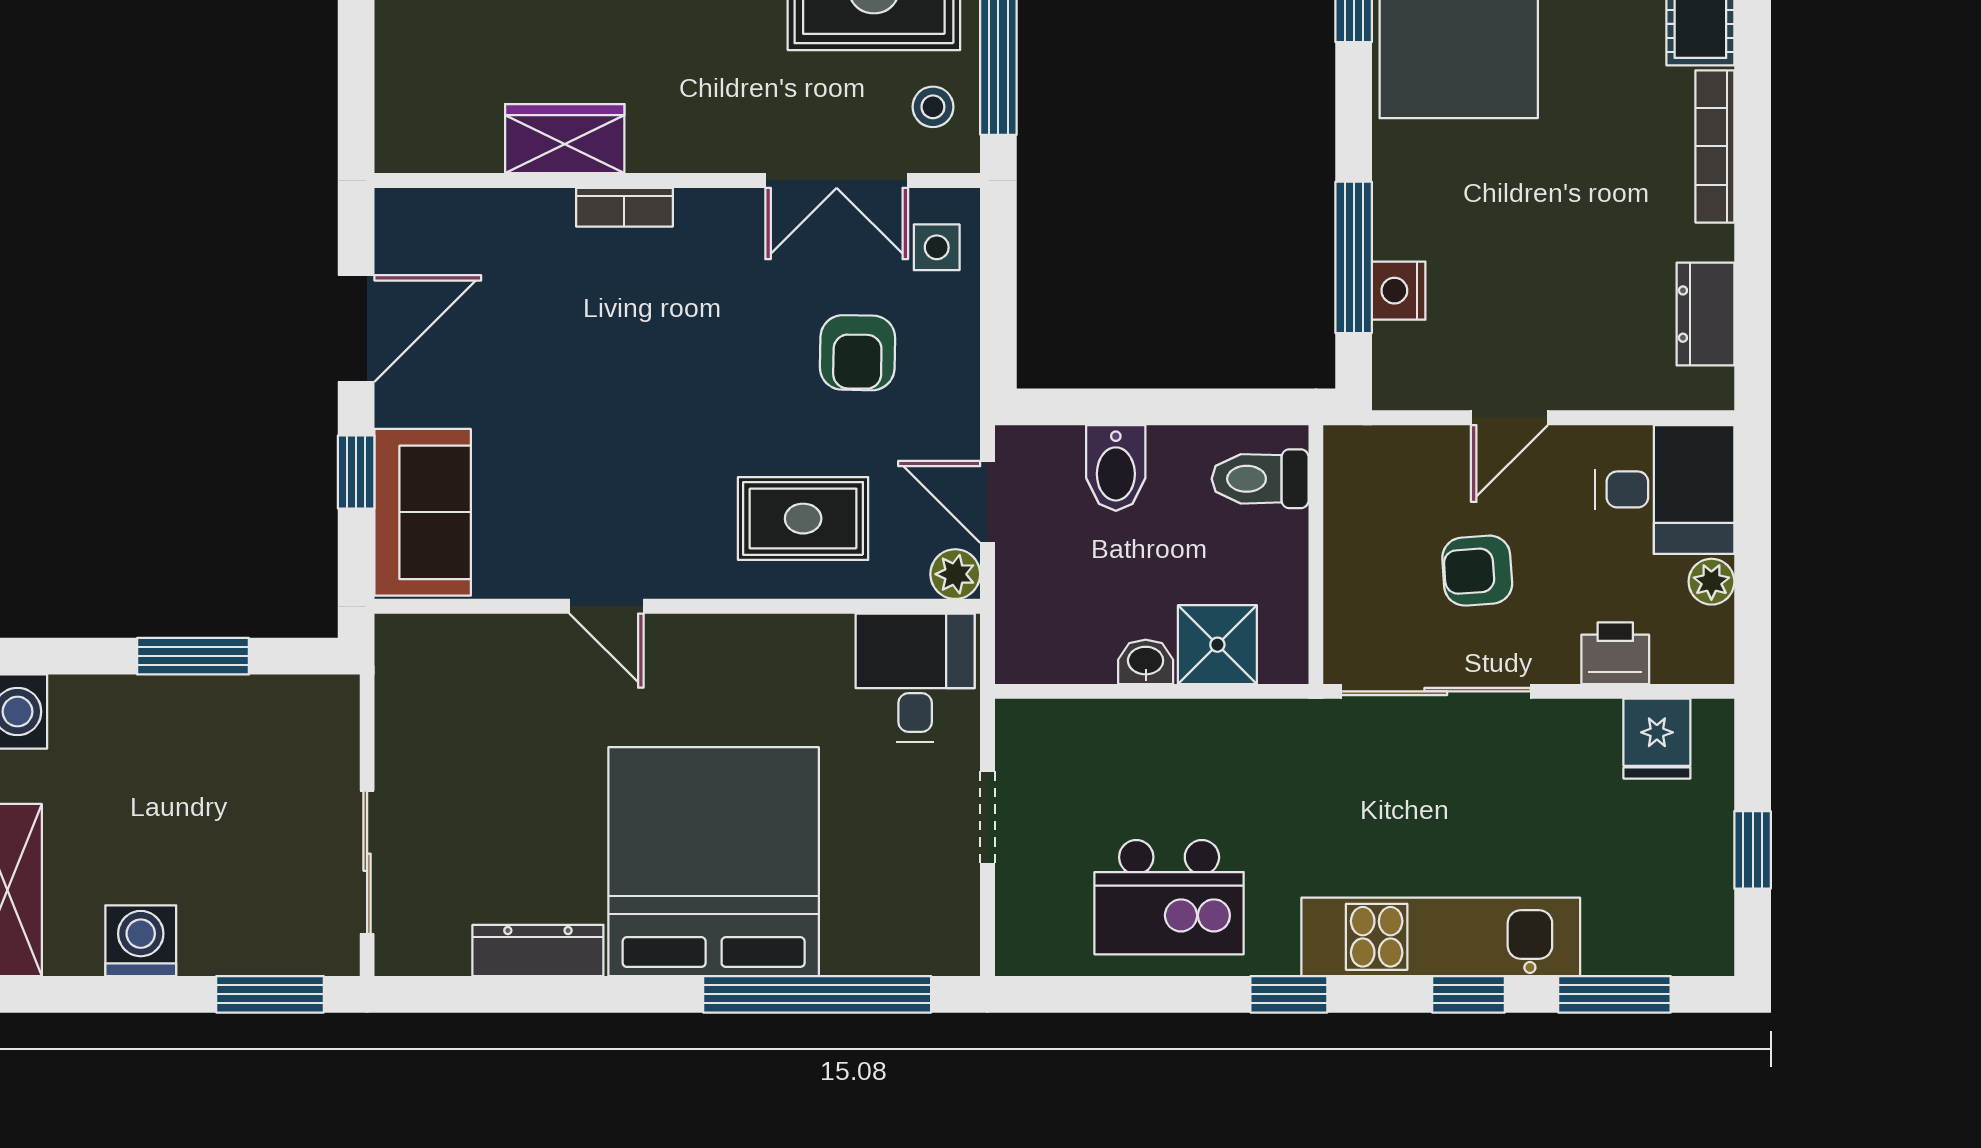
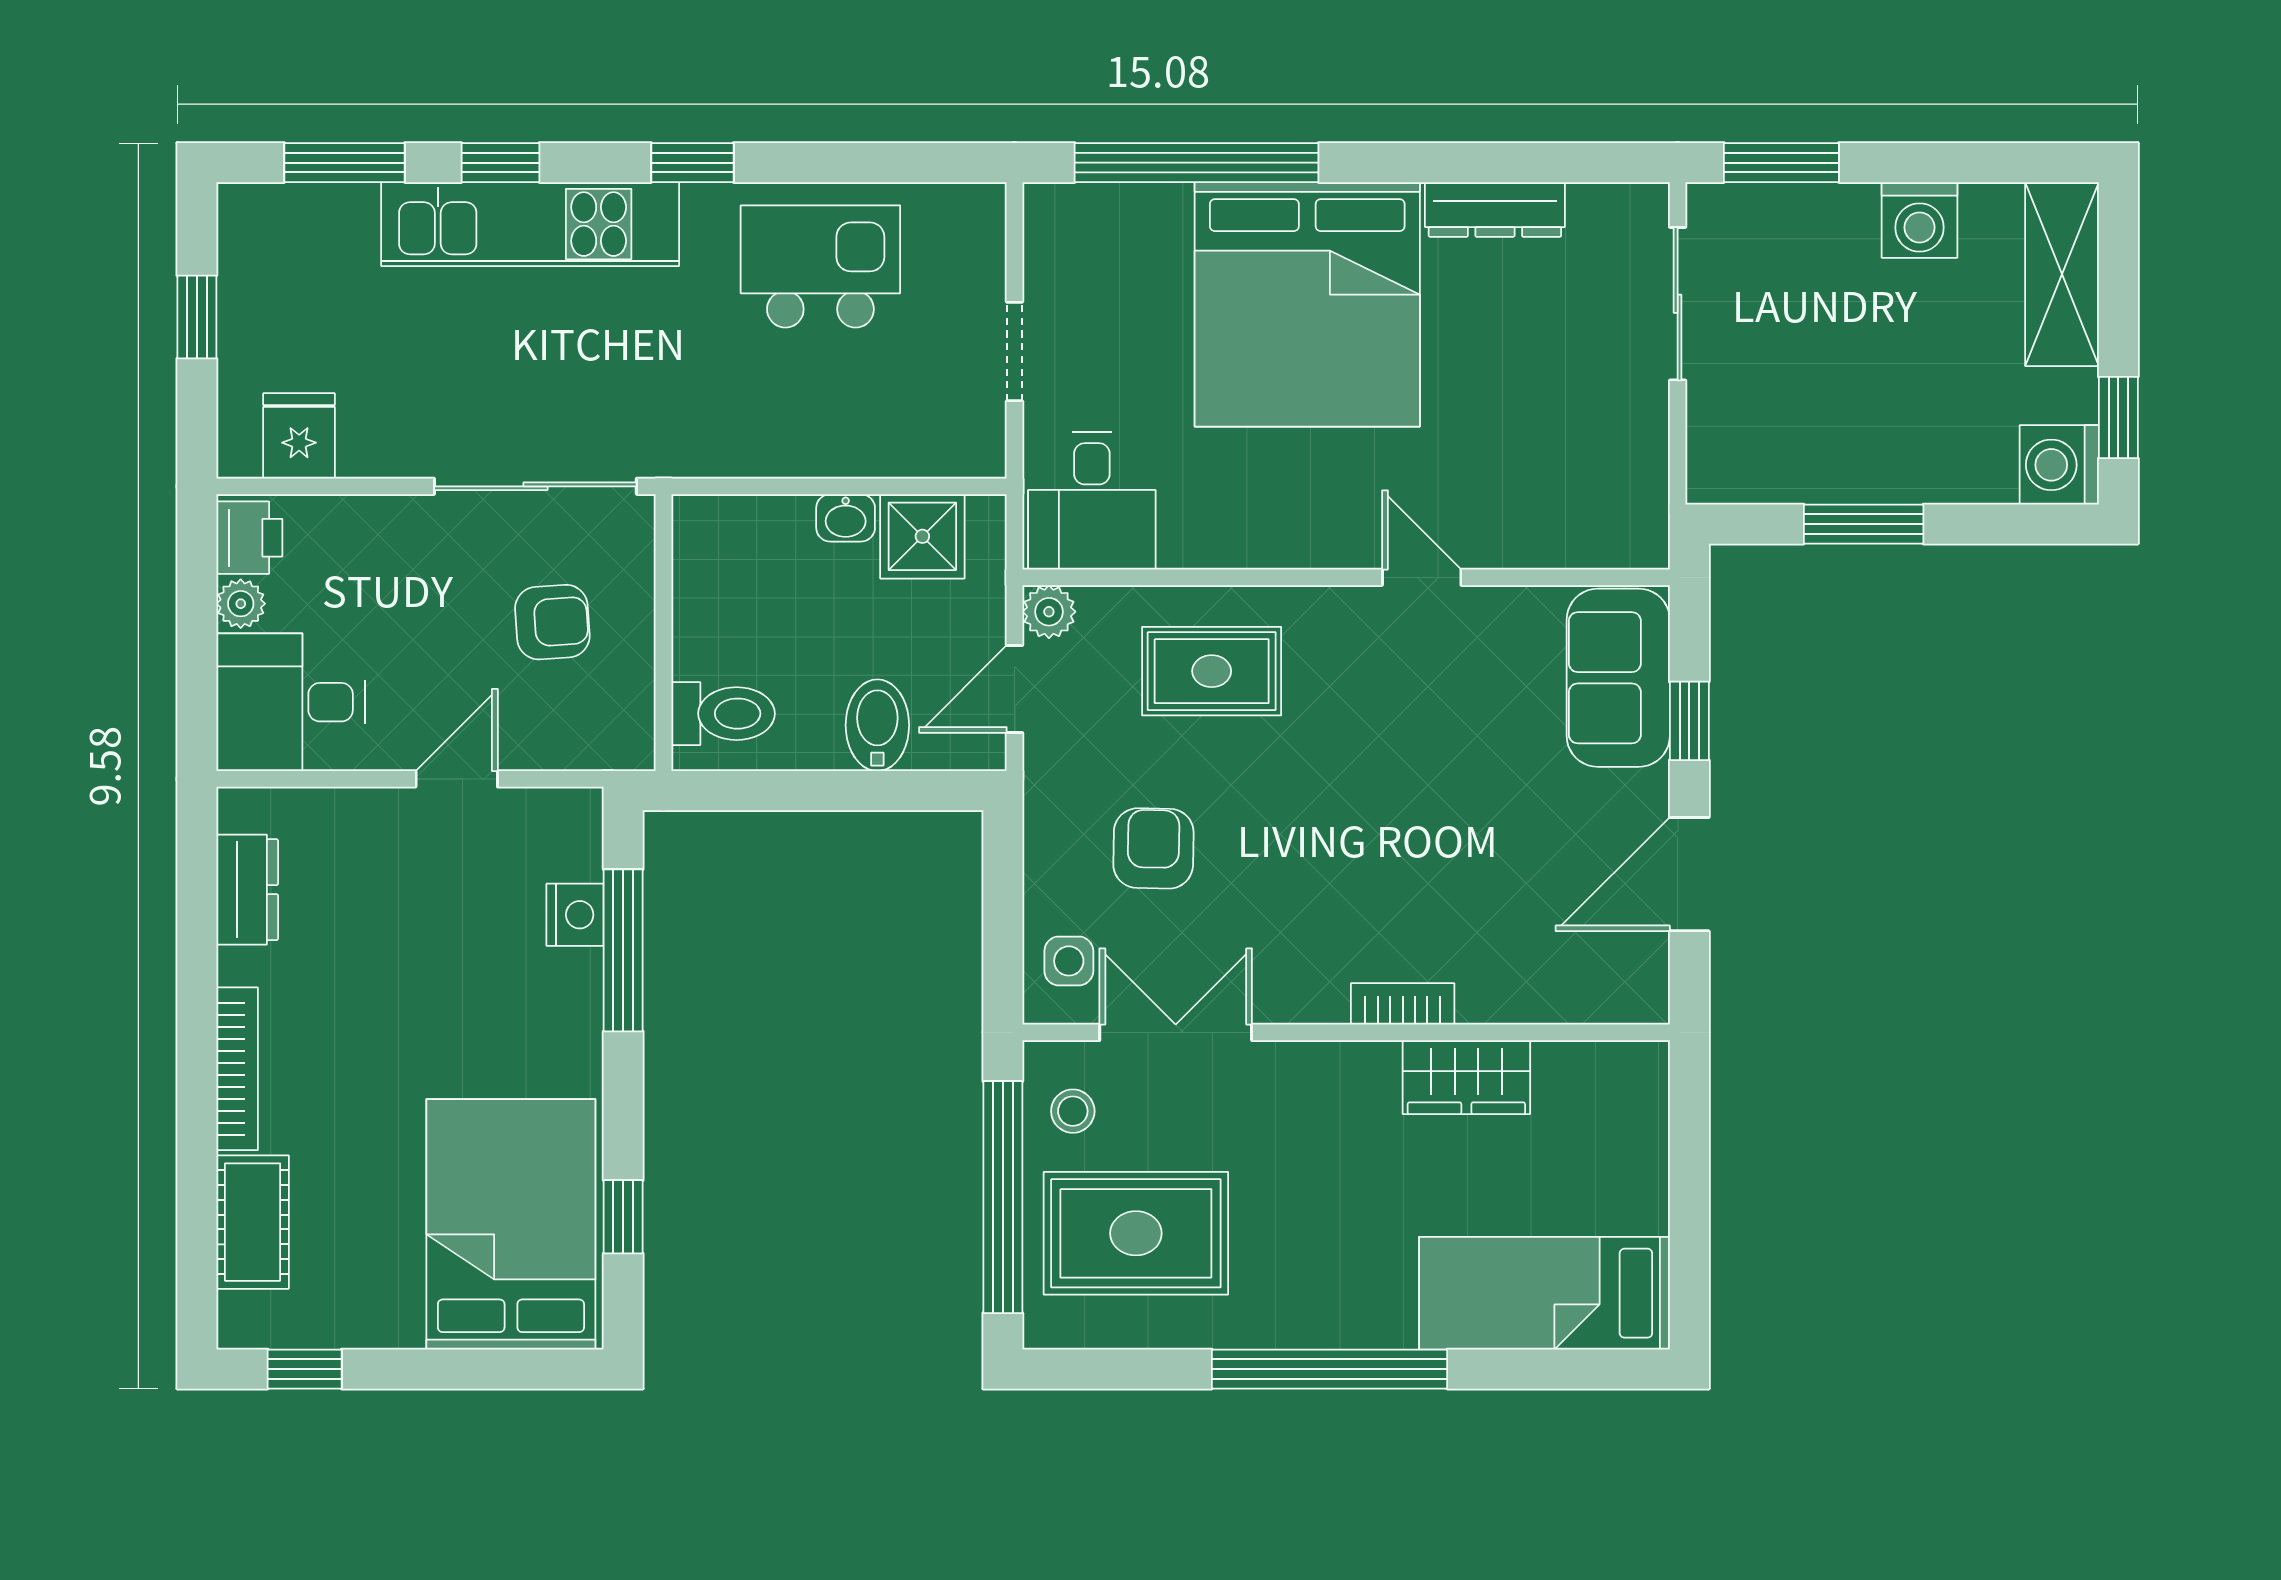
door: (987, 502) -> (1015, 689), swing flipped
armchair: (1477, 571) -> (552, 622), moved
shower: (1217, 645) -> (922, 536), moved
printer: (1615, 653) -> (249, 538), moved, turned -90

